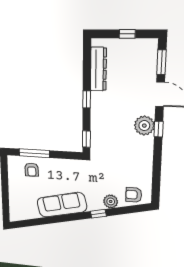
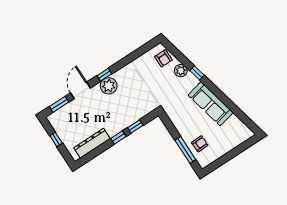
window: (86, 139) -> (135, 126), moved

